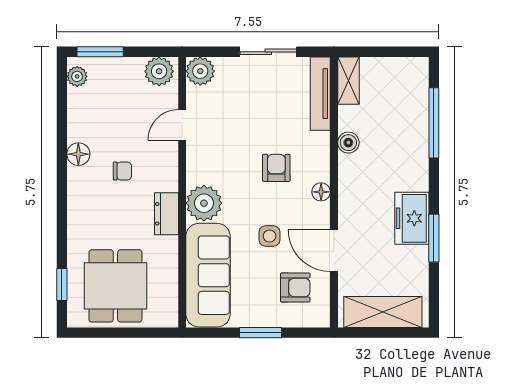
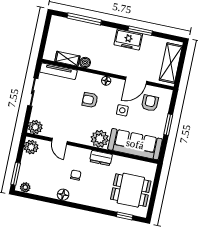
shelving: (348, 81) -> (67, 59), moved

